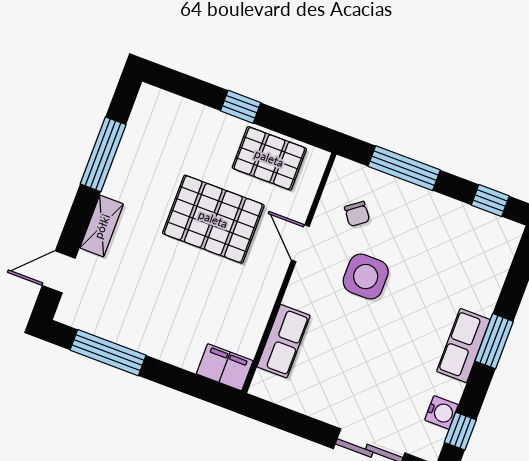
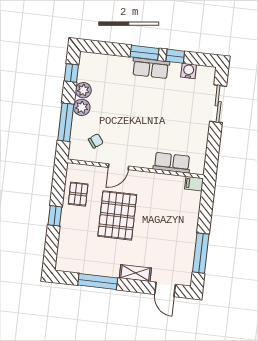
pallet: (269, 158) -> (78, 194), width x0.67, depth x0.71
plant: (424, 204) -> (82, 107), added
plant: (454, 214) -> (83, 90), added
side table: (366, 277) -> (127, 128), removed
filing cabinet: (225, 367) -> (194, 184), width x0.50
window: (460, 431) -> (175, 56), moved

